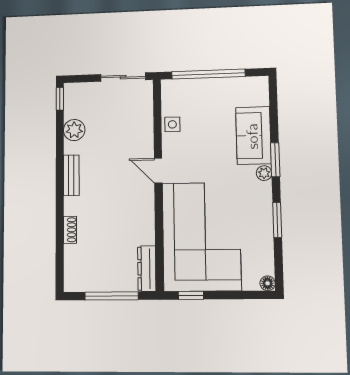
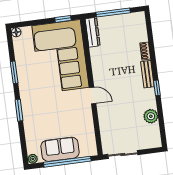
window: (60, 99) -> (157, 88), moved
side table: (172, 124) -> (87, 126), removed
sofa: (253, 136) -> (60, 149), moved, turned -90
plant: (264, 173) -> (33, 159), moved
bench: (71, 175) -> (147, 74), moved

